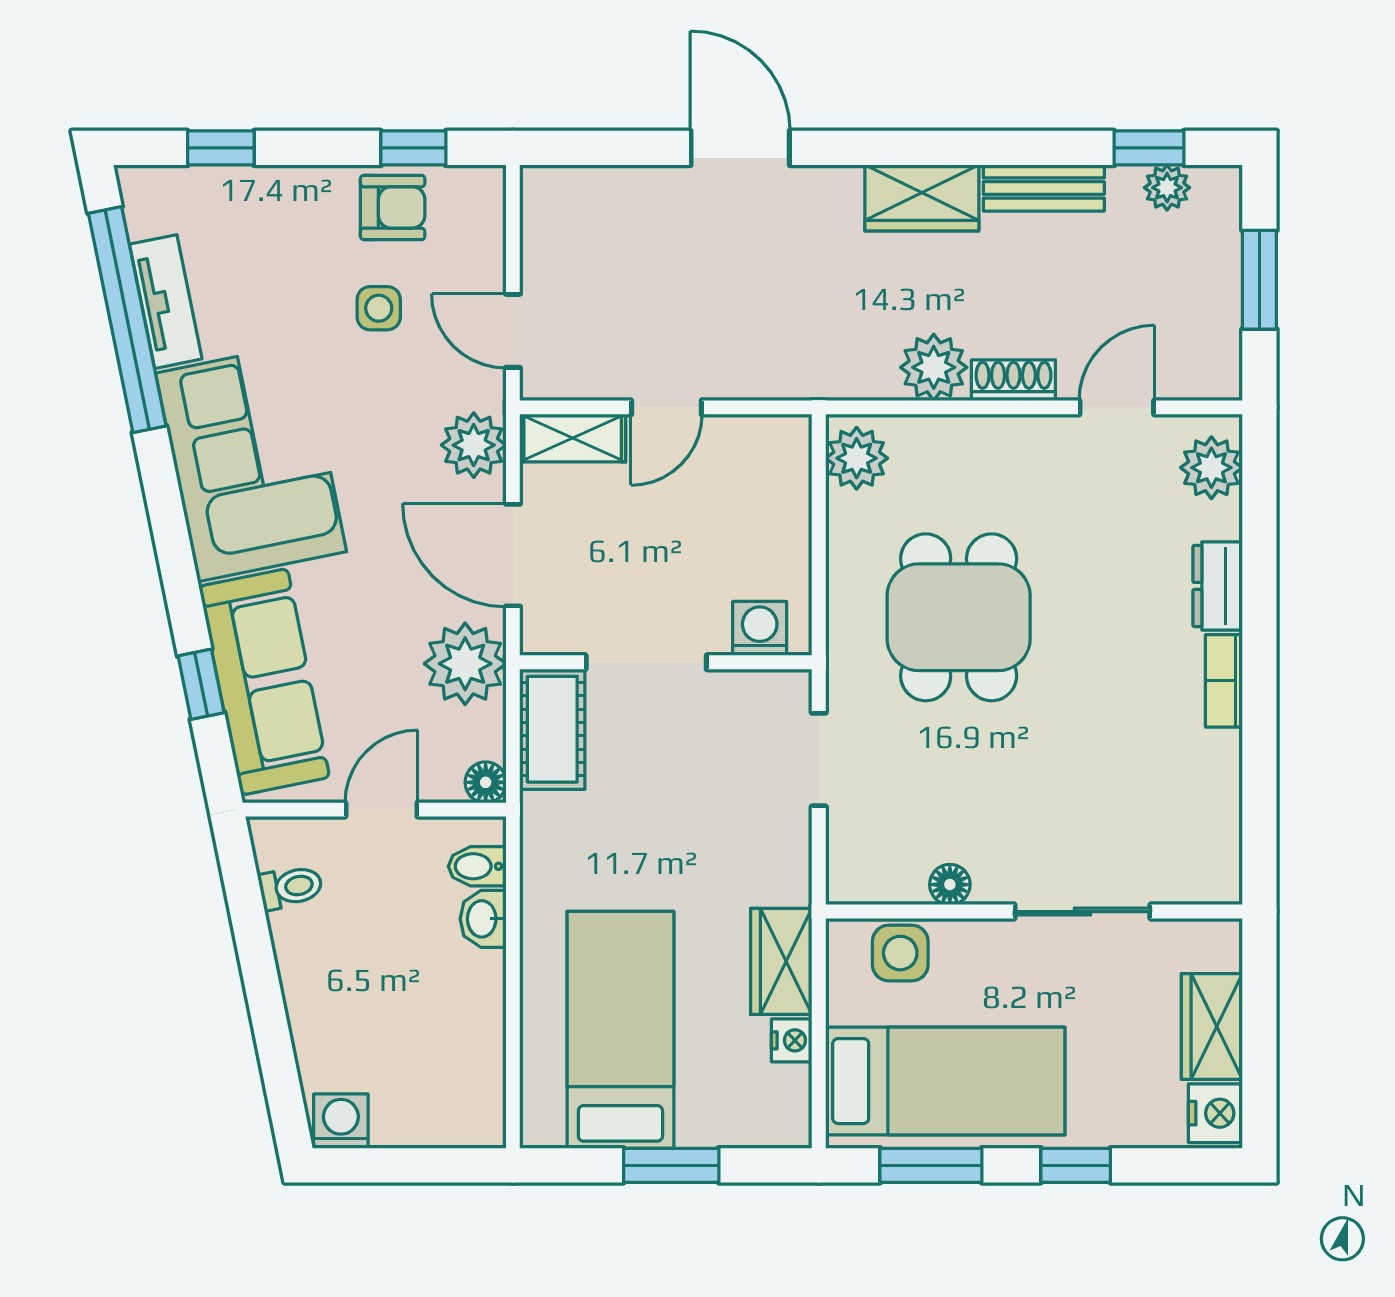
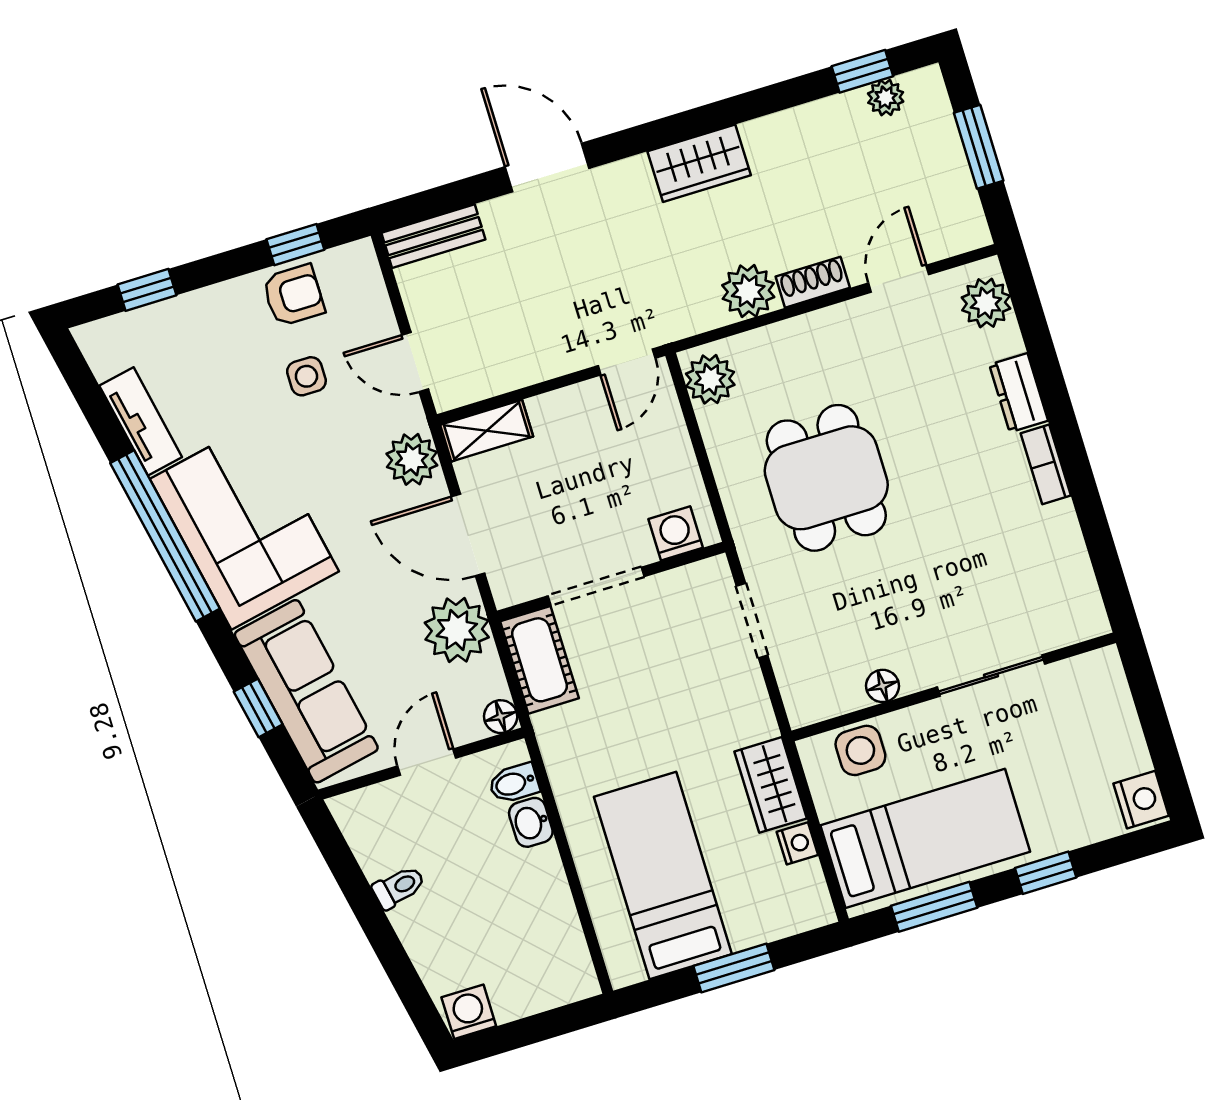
bench: (1044, 188) -> (433, 236), moved
window: (127, 320) -> (165, 536), moved
door: (666, 407) -> (627, 362), moved
toilet: (291, 887) -> (399, 887), moved
wardrobe: (1212, 1026) -> (1118, 734), removed

